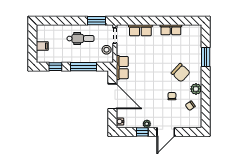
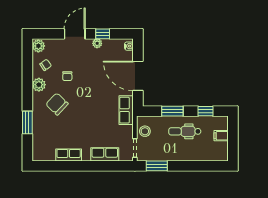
dental chair: (80, 39) -> (185, 131), moved
window: (83, 67) -> (172, 111), width x0.69
plant: (196, 122) -> (38, 46), added

